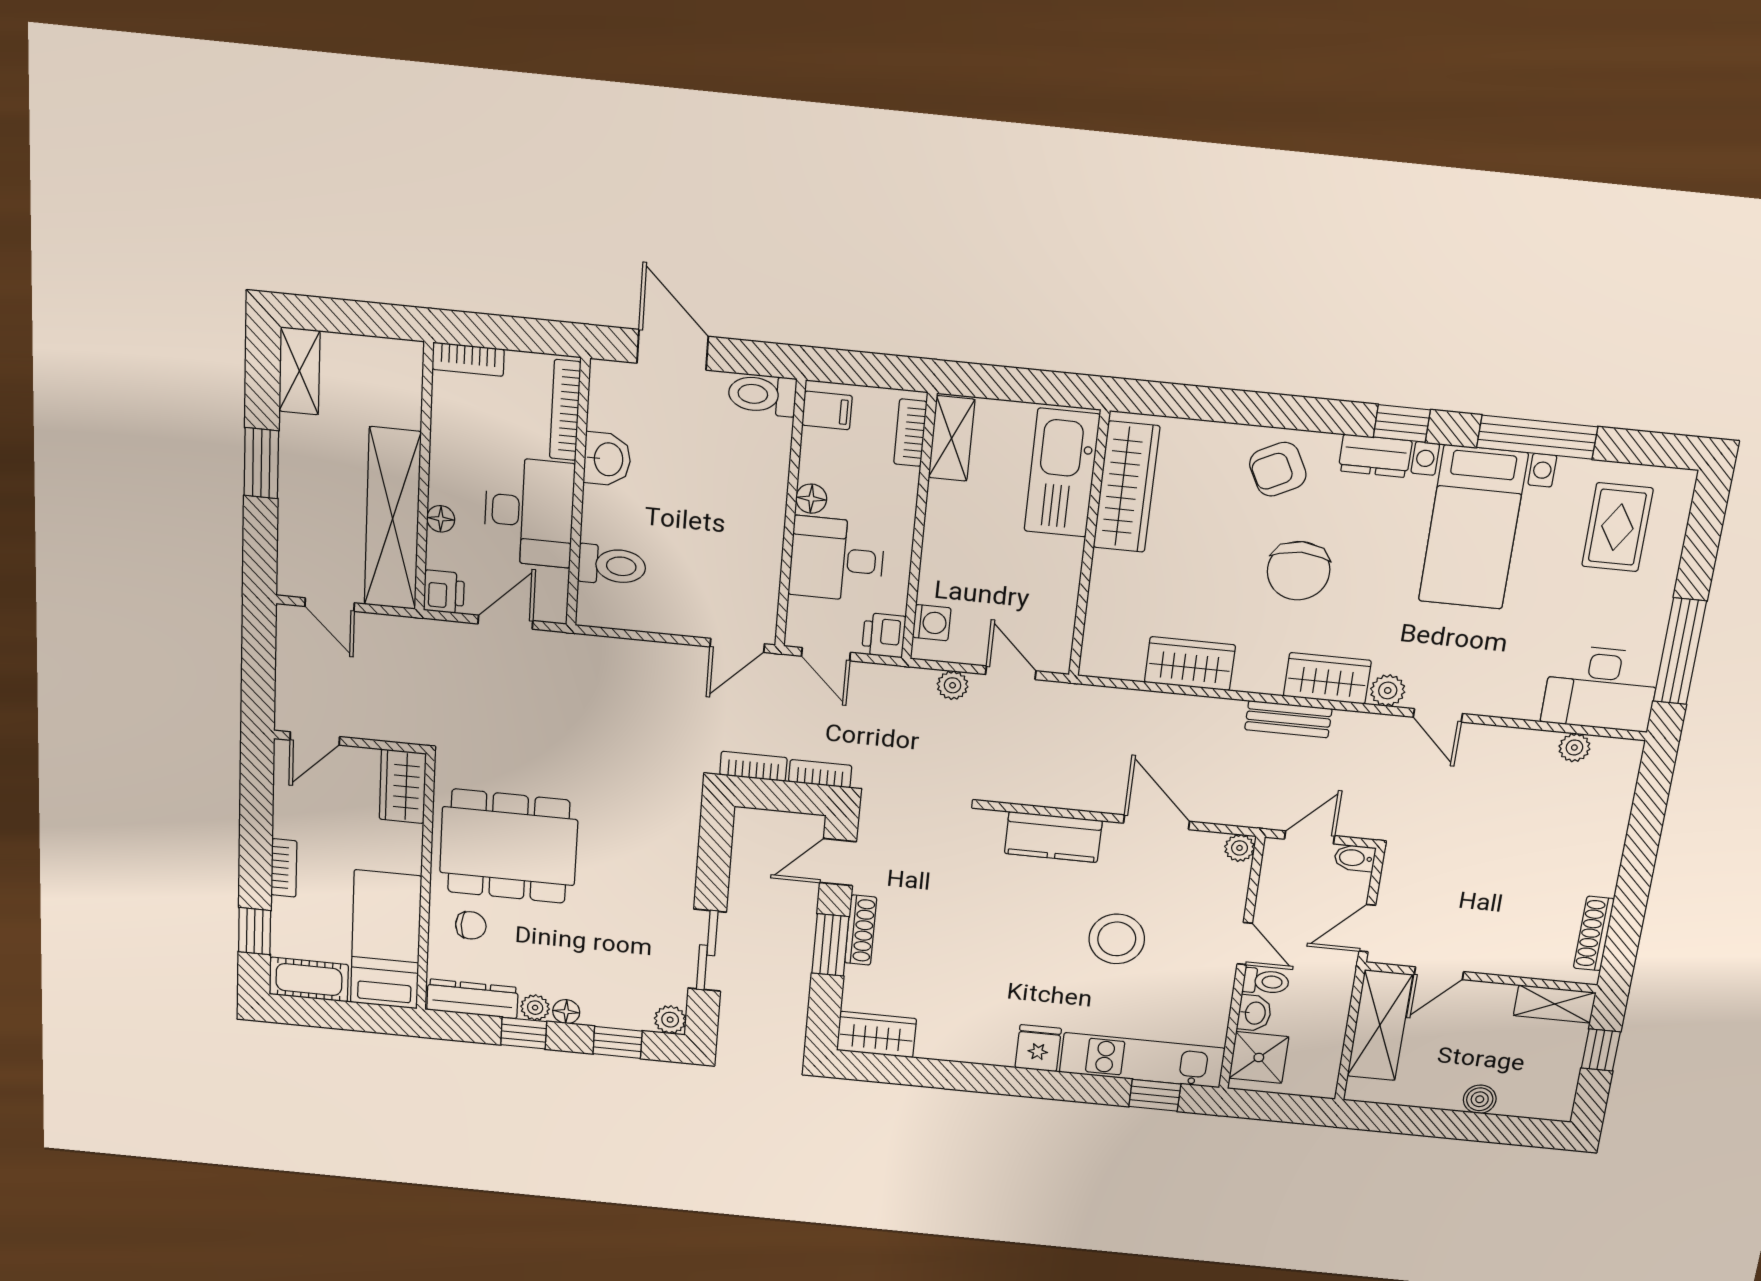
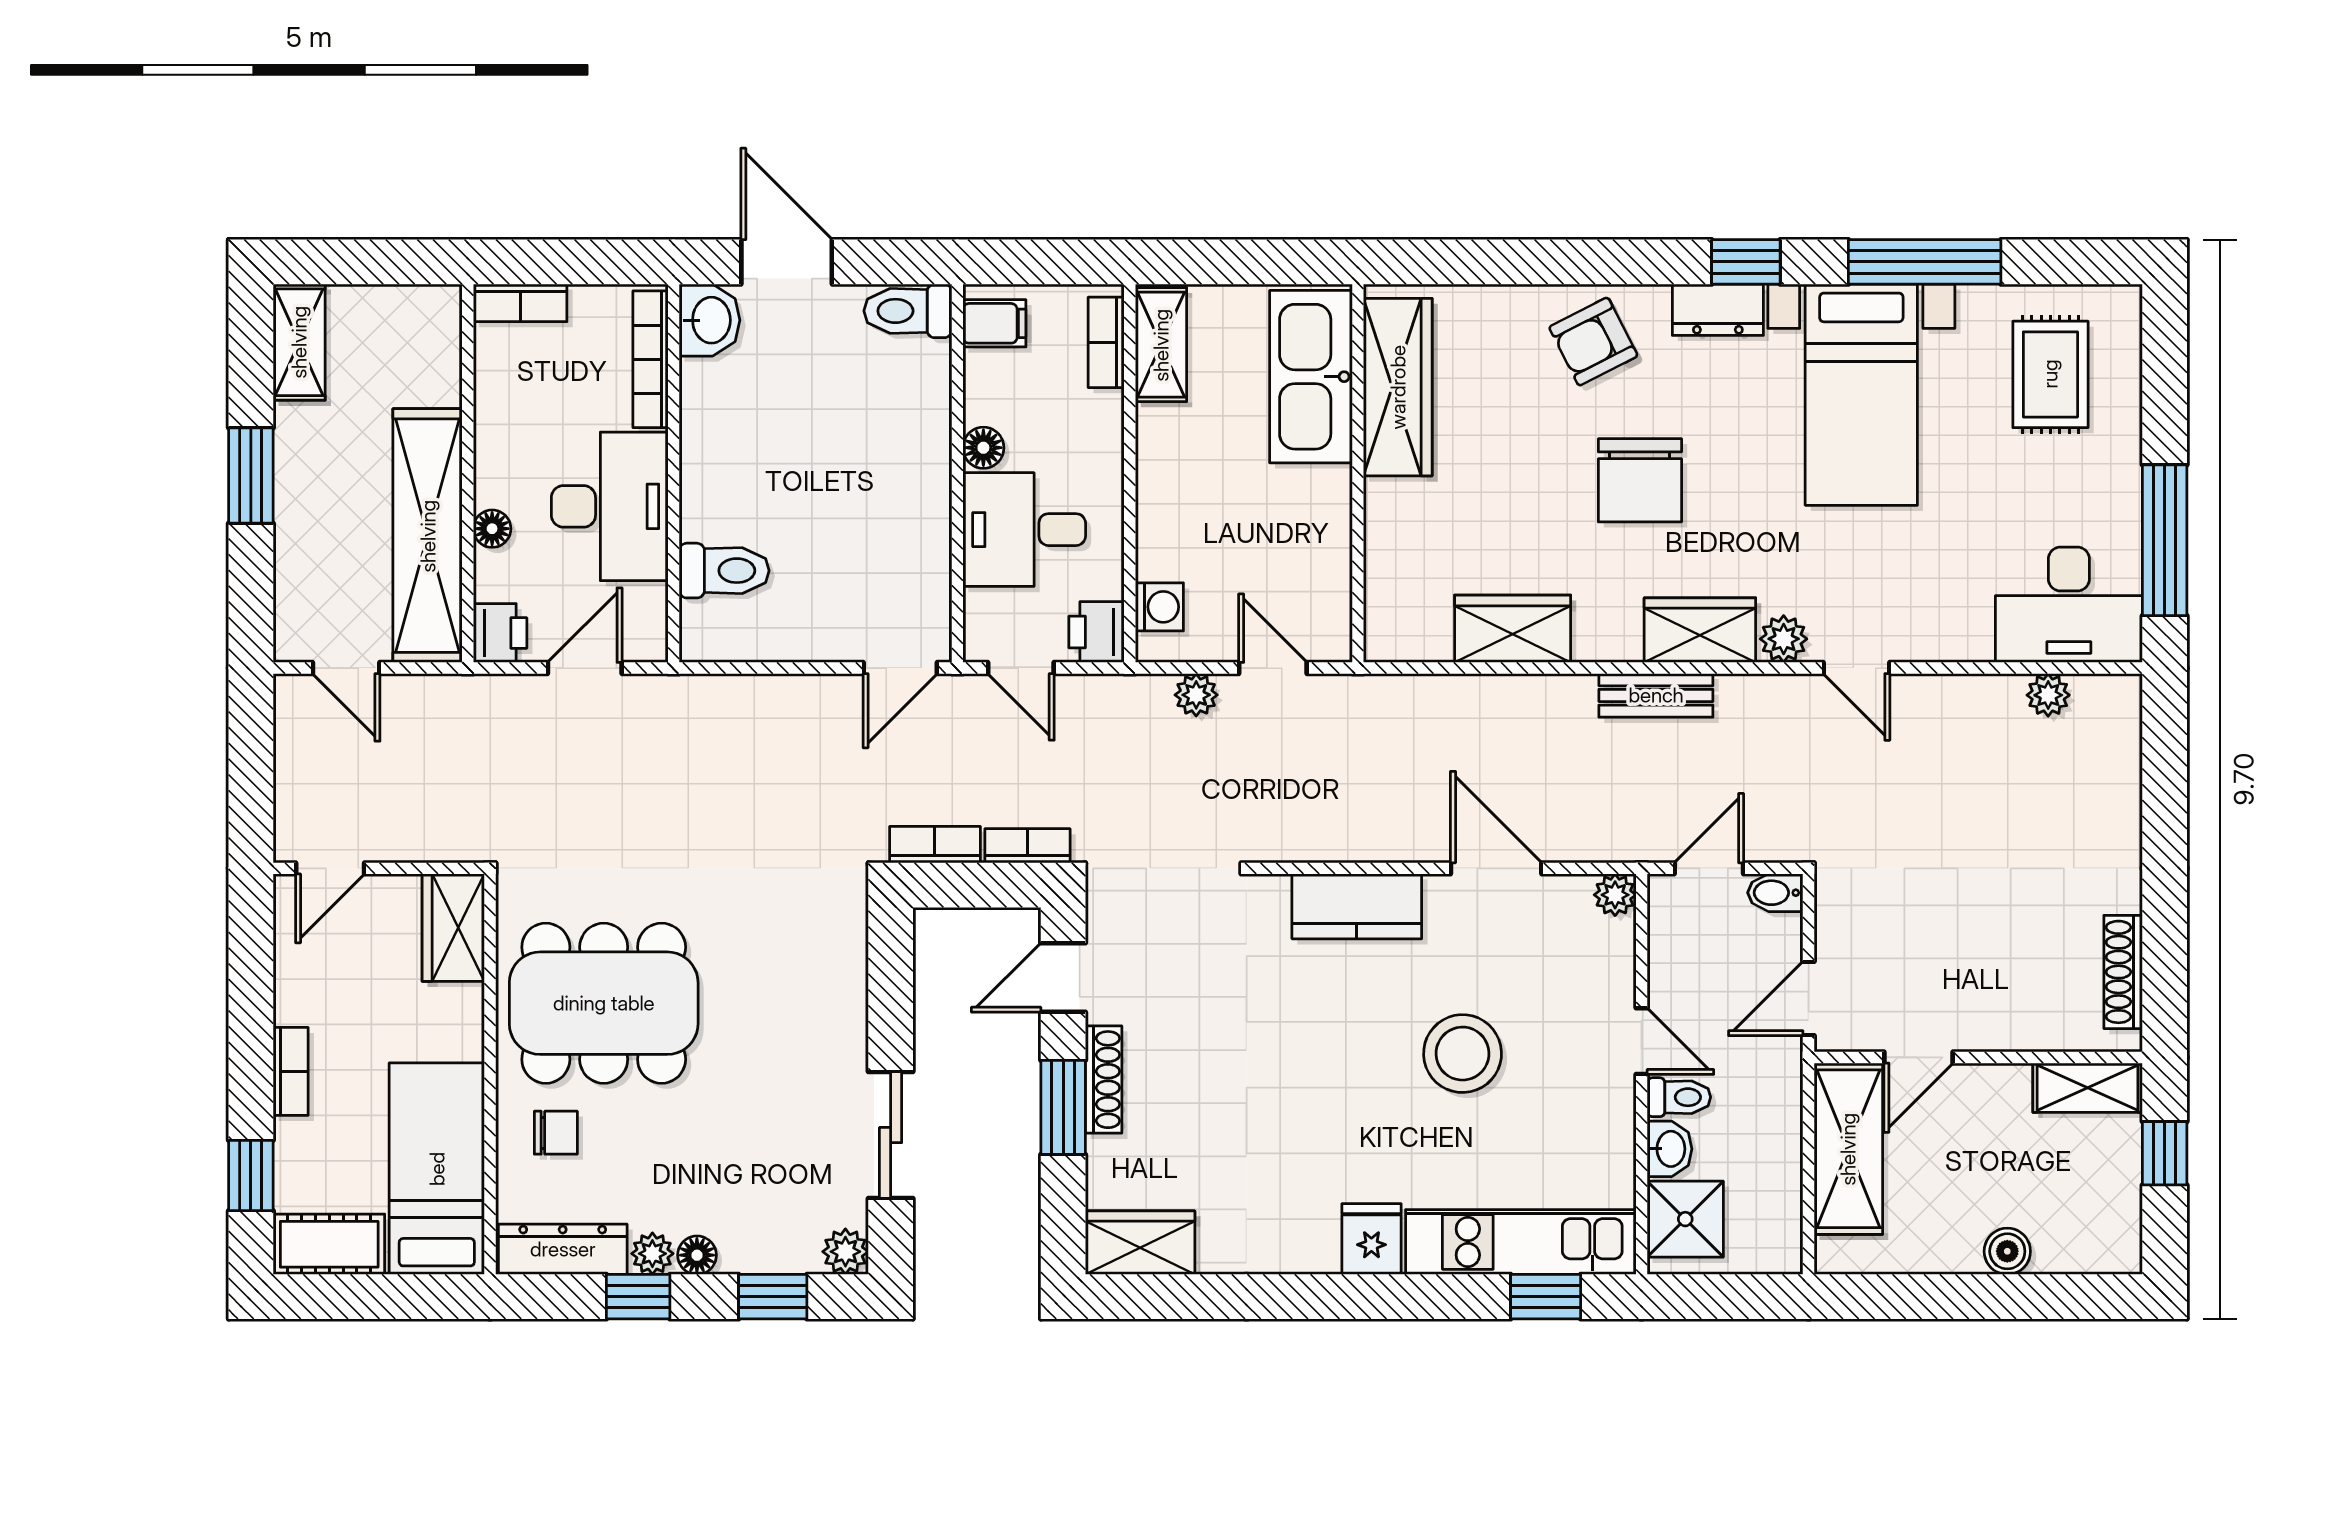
washbasin: (607, 459) -> (710, 320), moved

